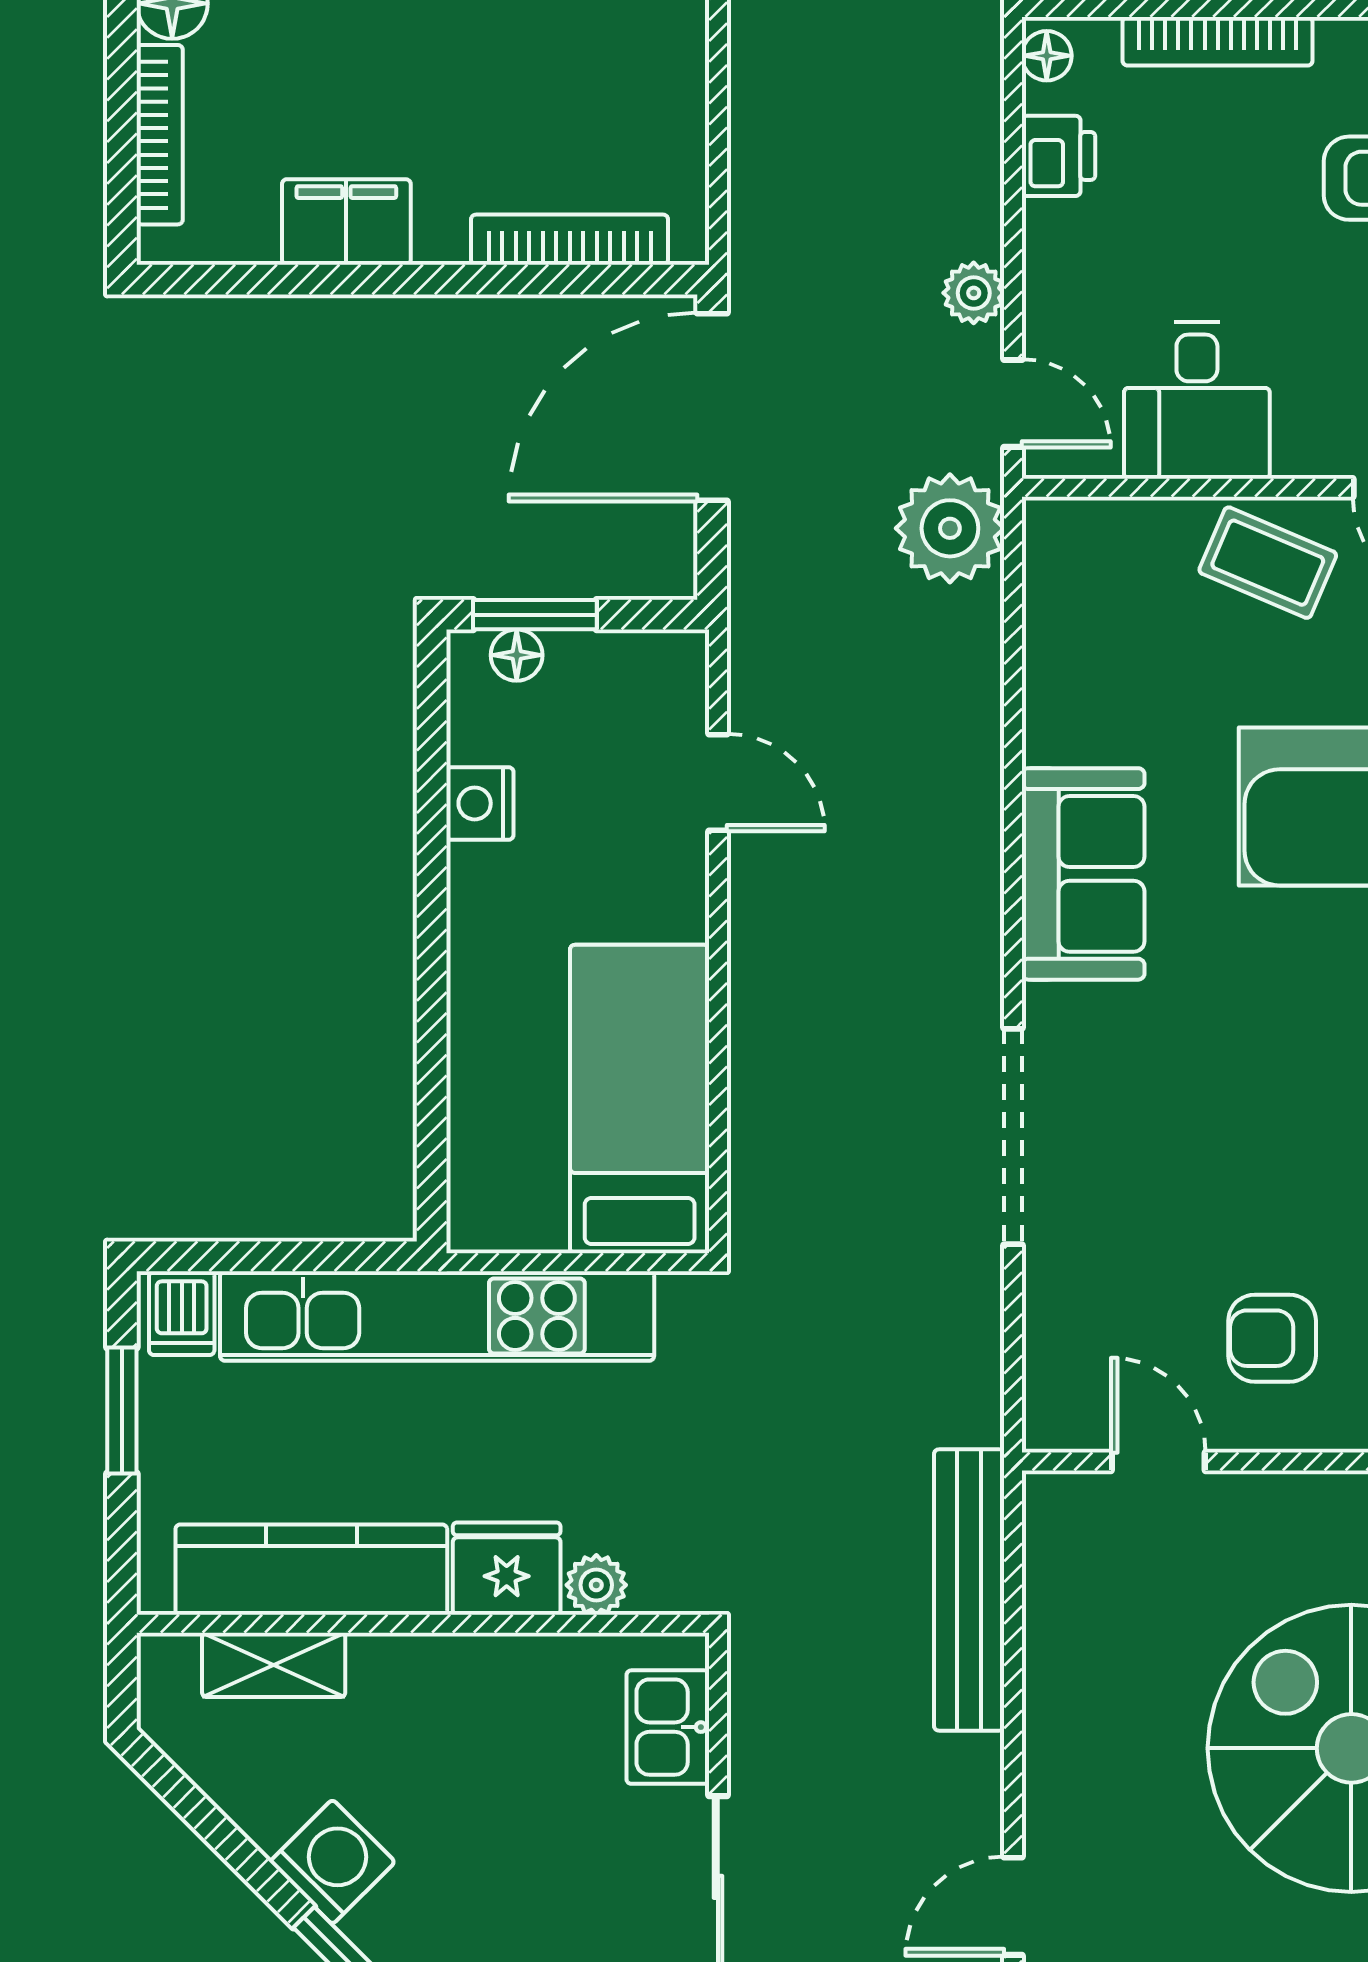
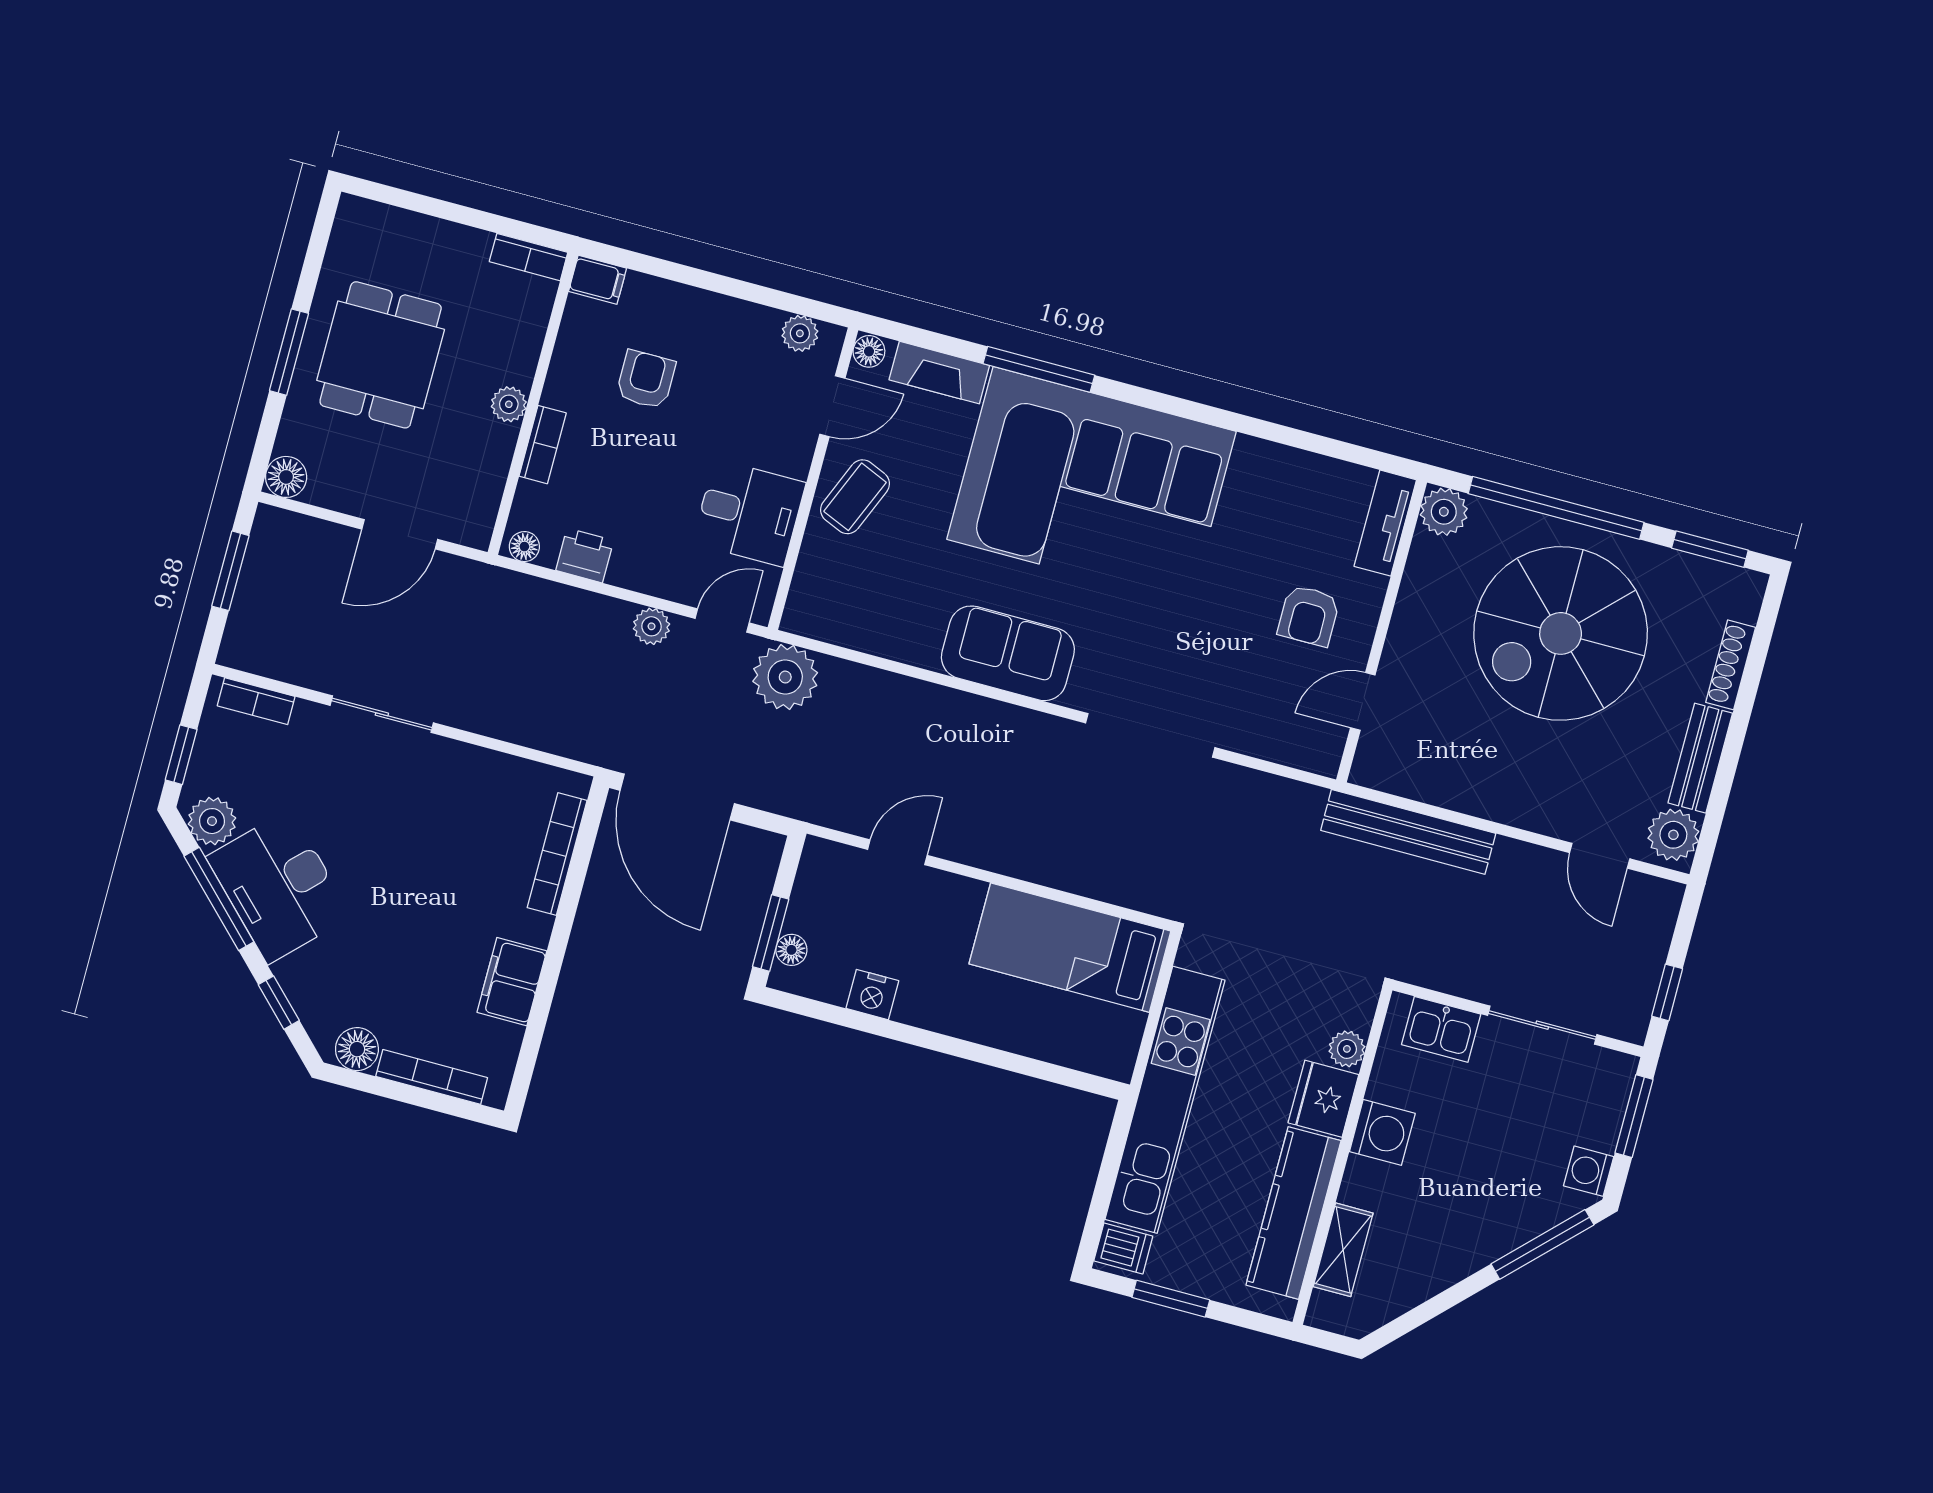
bookcase: (1218, 41) -> (543, 445), width x0.64
washing machine: (332, 1862) -> (1382, 1132), moved, turned 135

